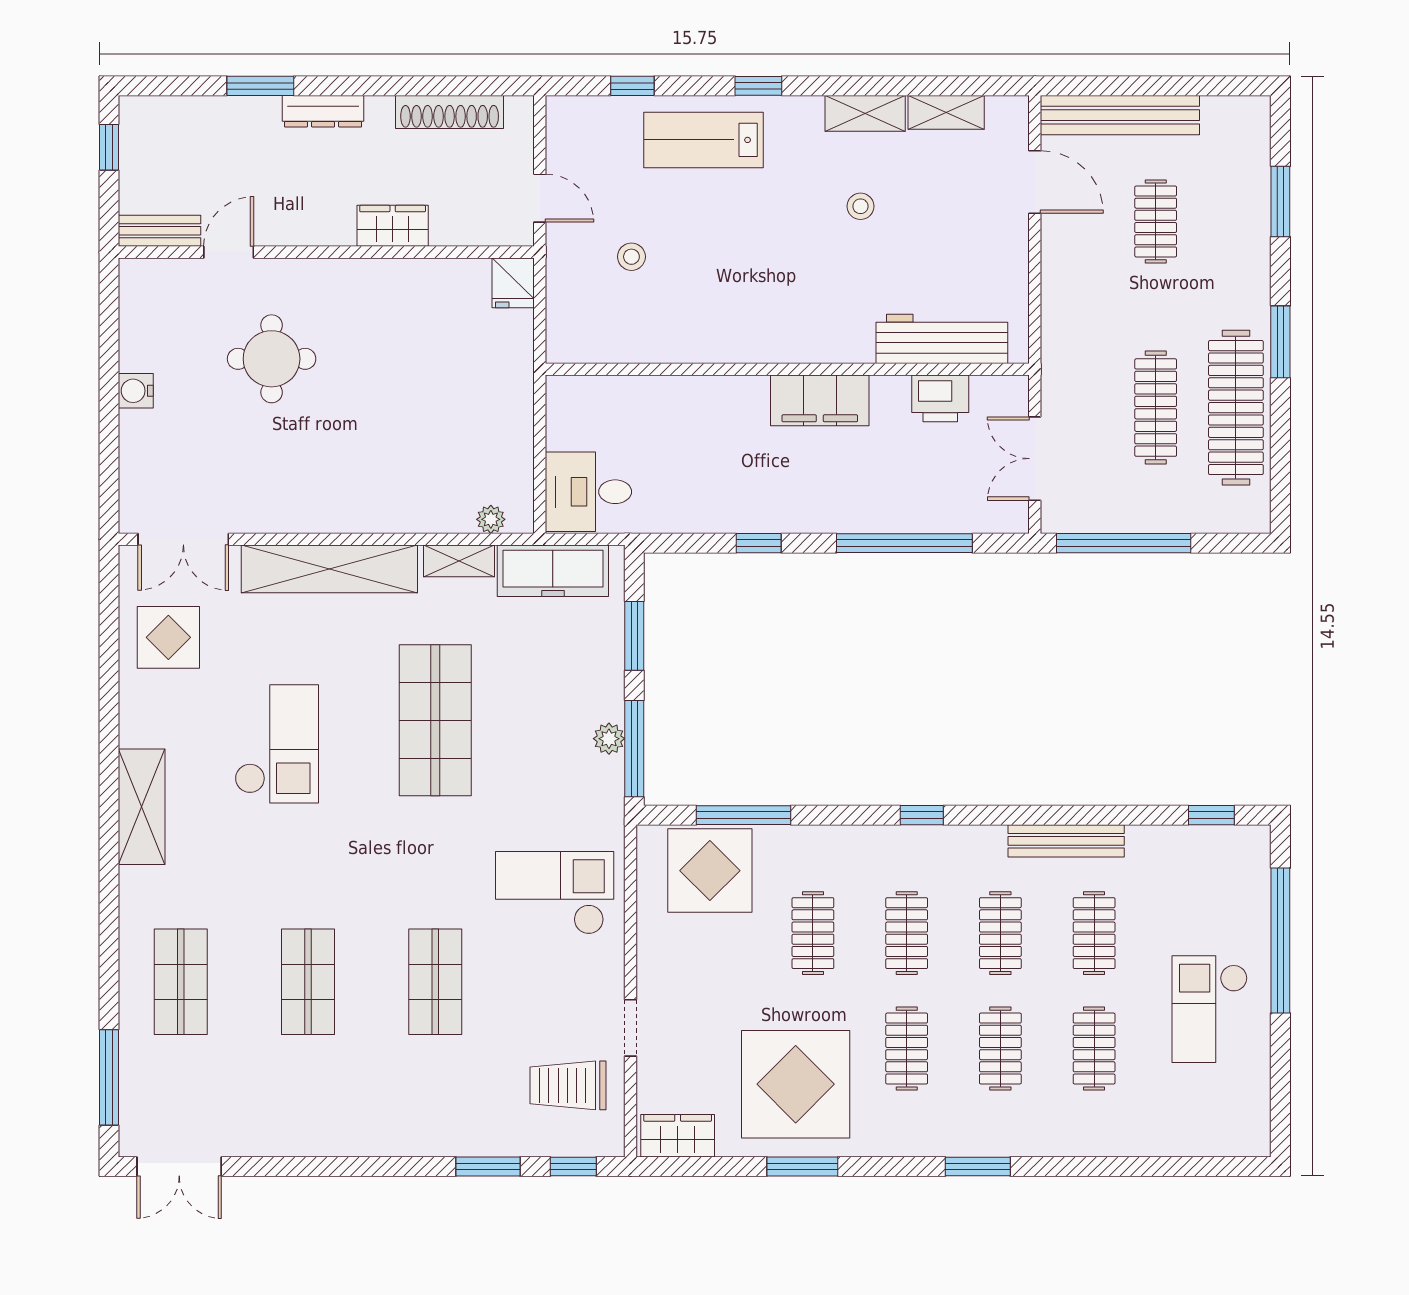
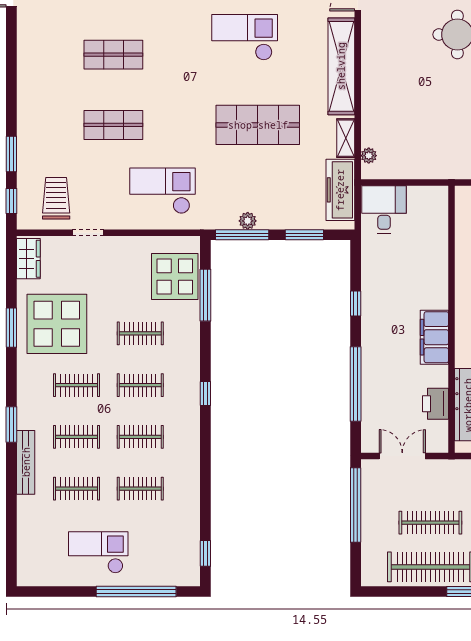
checkout: (277, 744) -> (245, 37), turned 180
bench: (1066, 841) -> (26, 462), moved
checkout: (555, 893) -> (163, 191), turned -90

